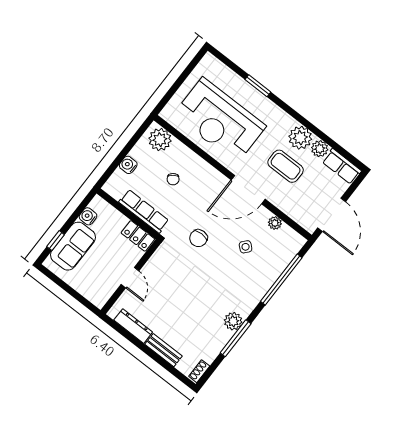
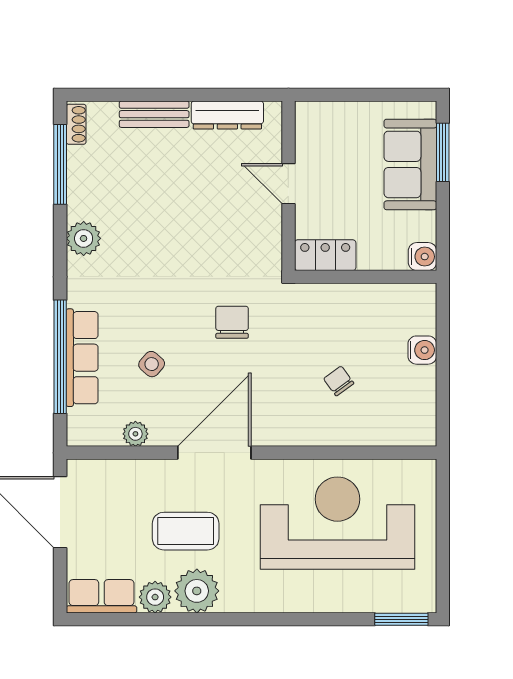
window: (258, 86) -> (401, 619), moved
plant: (160, 140) -> (404, 425), removed
row of seats: (144, 211) -> (82, 358), moved, turned -90
water cooler: (88, 216) -> (422, 257), moved
window: (56, 241) -> (443, 152), width x1.50
window: (236, 338) -> (60, 164), moved

